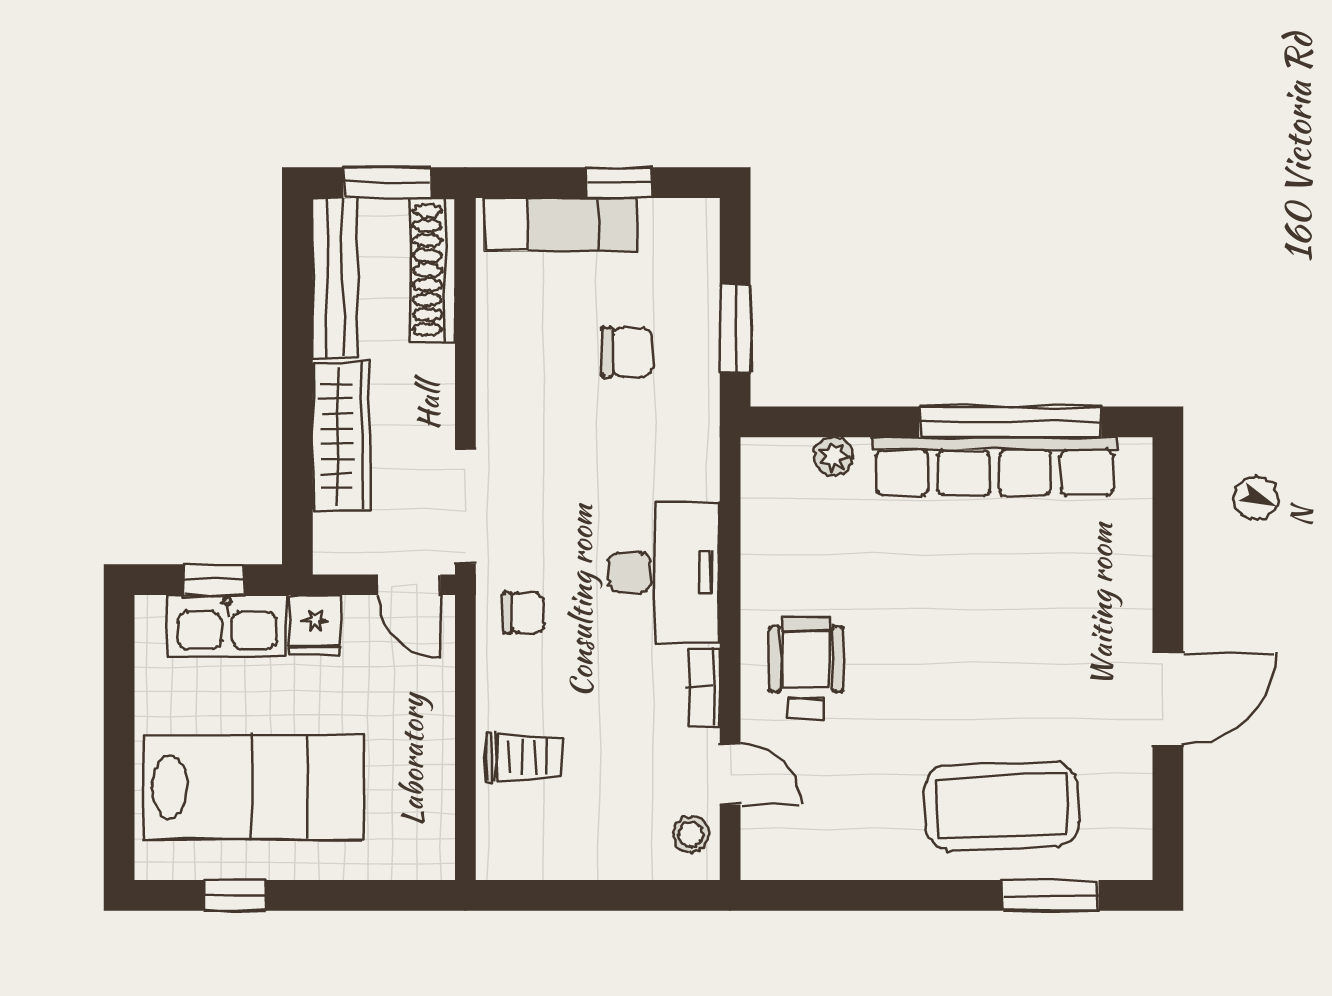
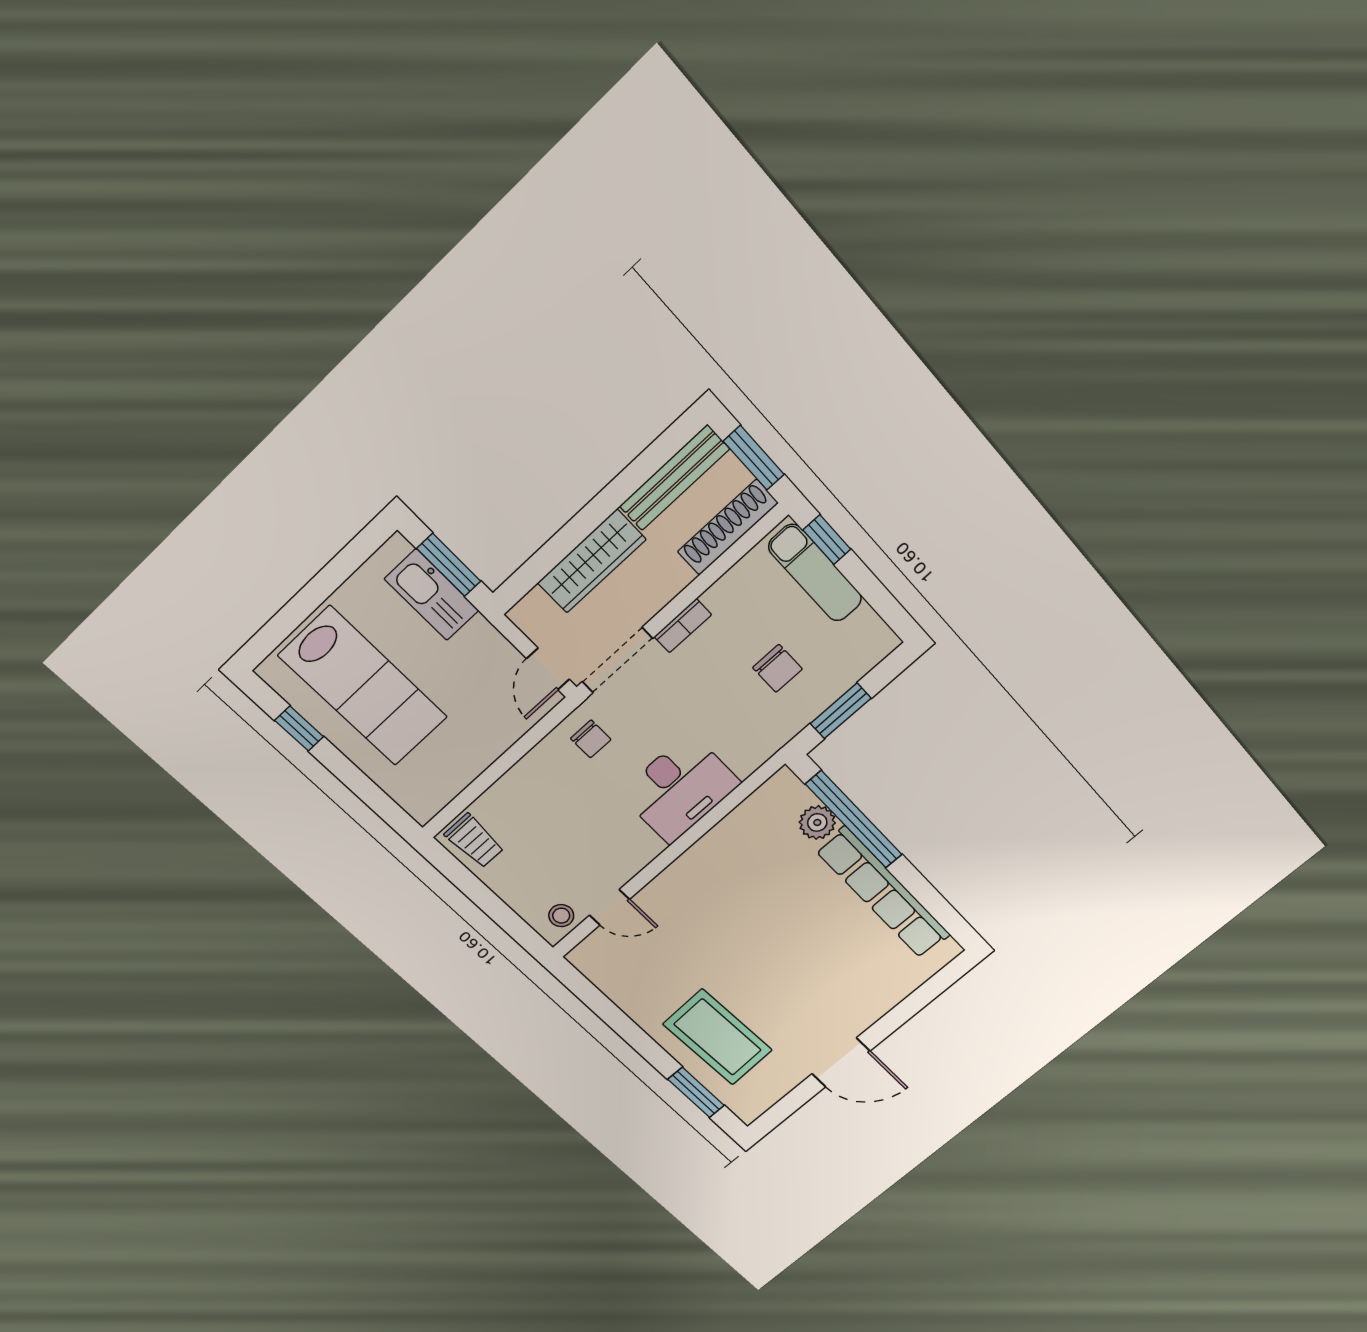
window: (619, 183) -> (827, 540), moved
window: (1010, 422) -> (854, 820), moved
plant: (834, 456) -> (817, 822), width x1.38, depth x1.38
window: (214, 580) -> (449, 565), width x1.50
fridge: (315, 625) -> (479, 640), removed
wheelchair: (806, 668) -> (698, 896), removed
bookcase: (704, 687) -> (683, 626), moved, turned 180
trolley: (524, 757) -> (474, 841), moved
door: (730, 774) -> (609, 907), hinge flipped

